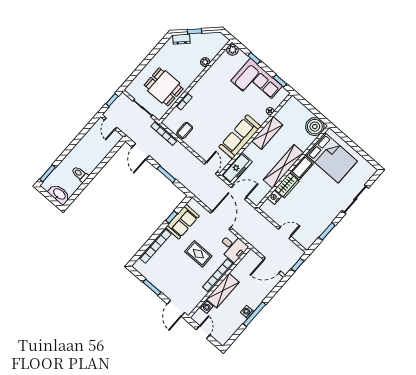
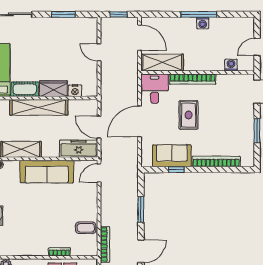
shelving: (223, 291) -> (162, 63), moved

